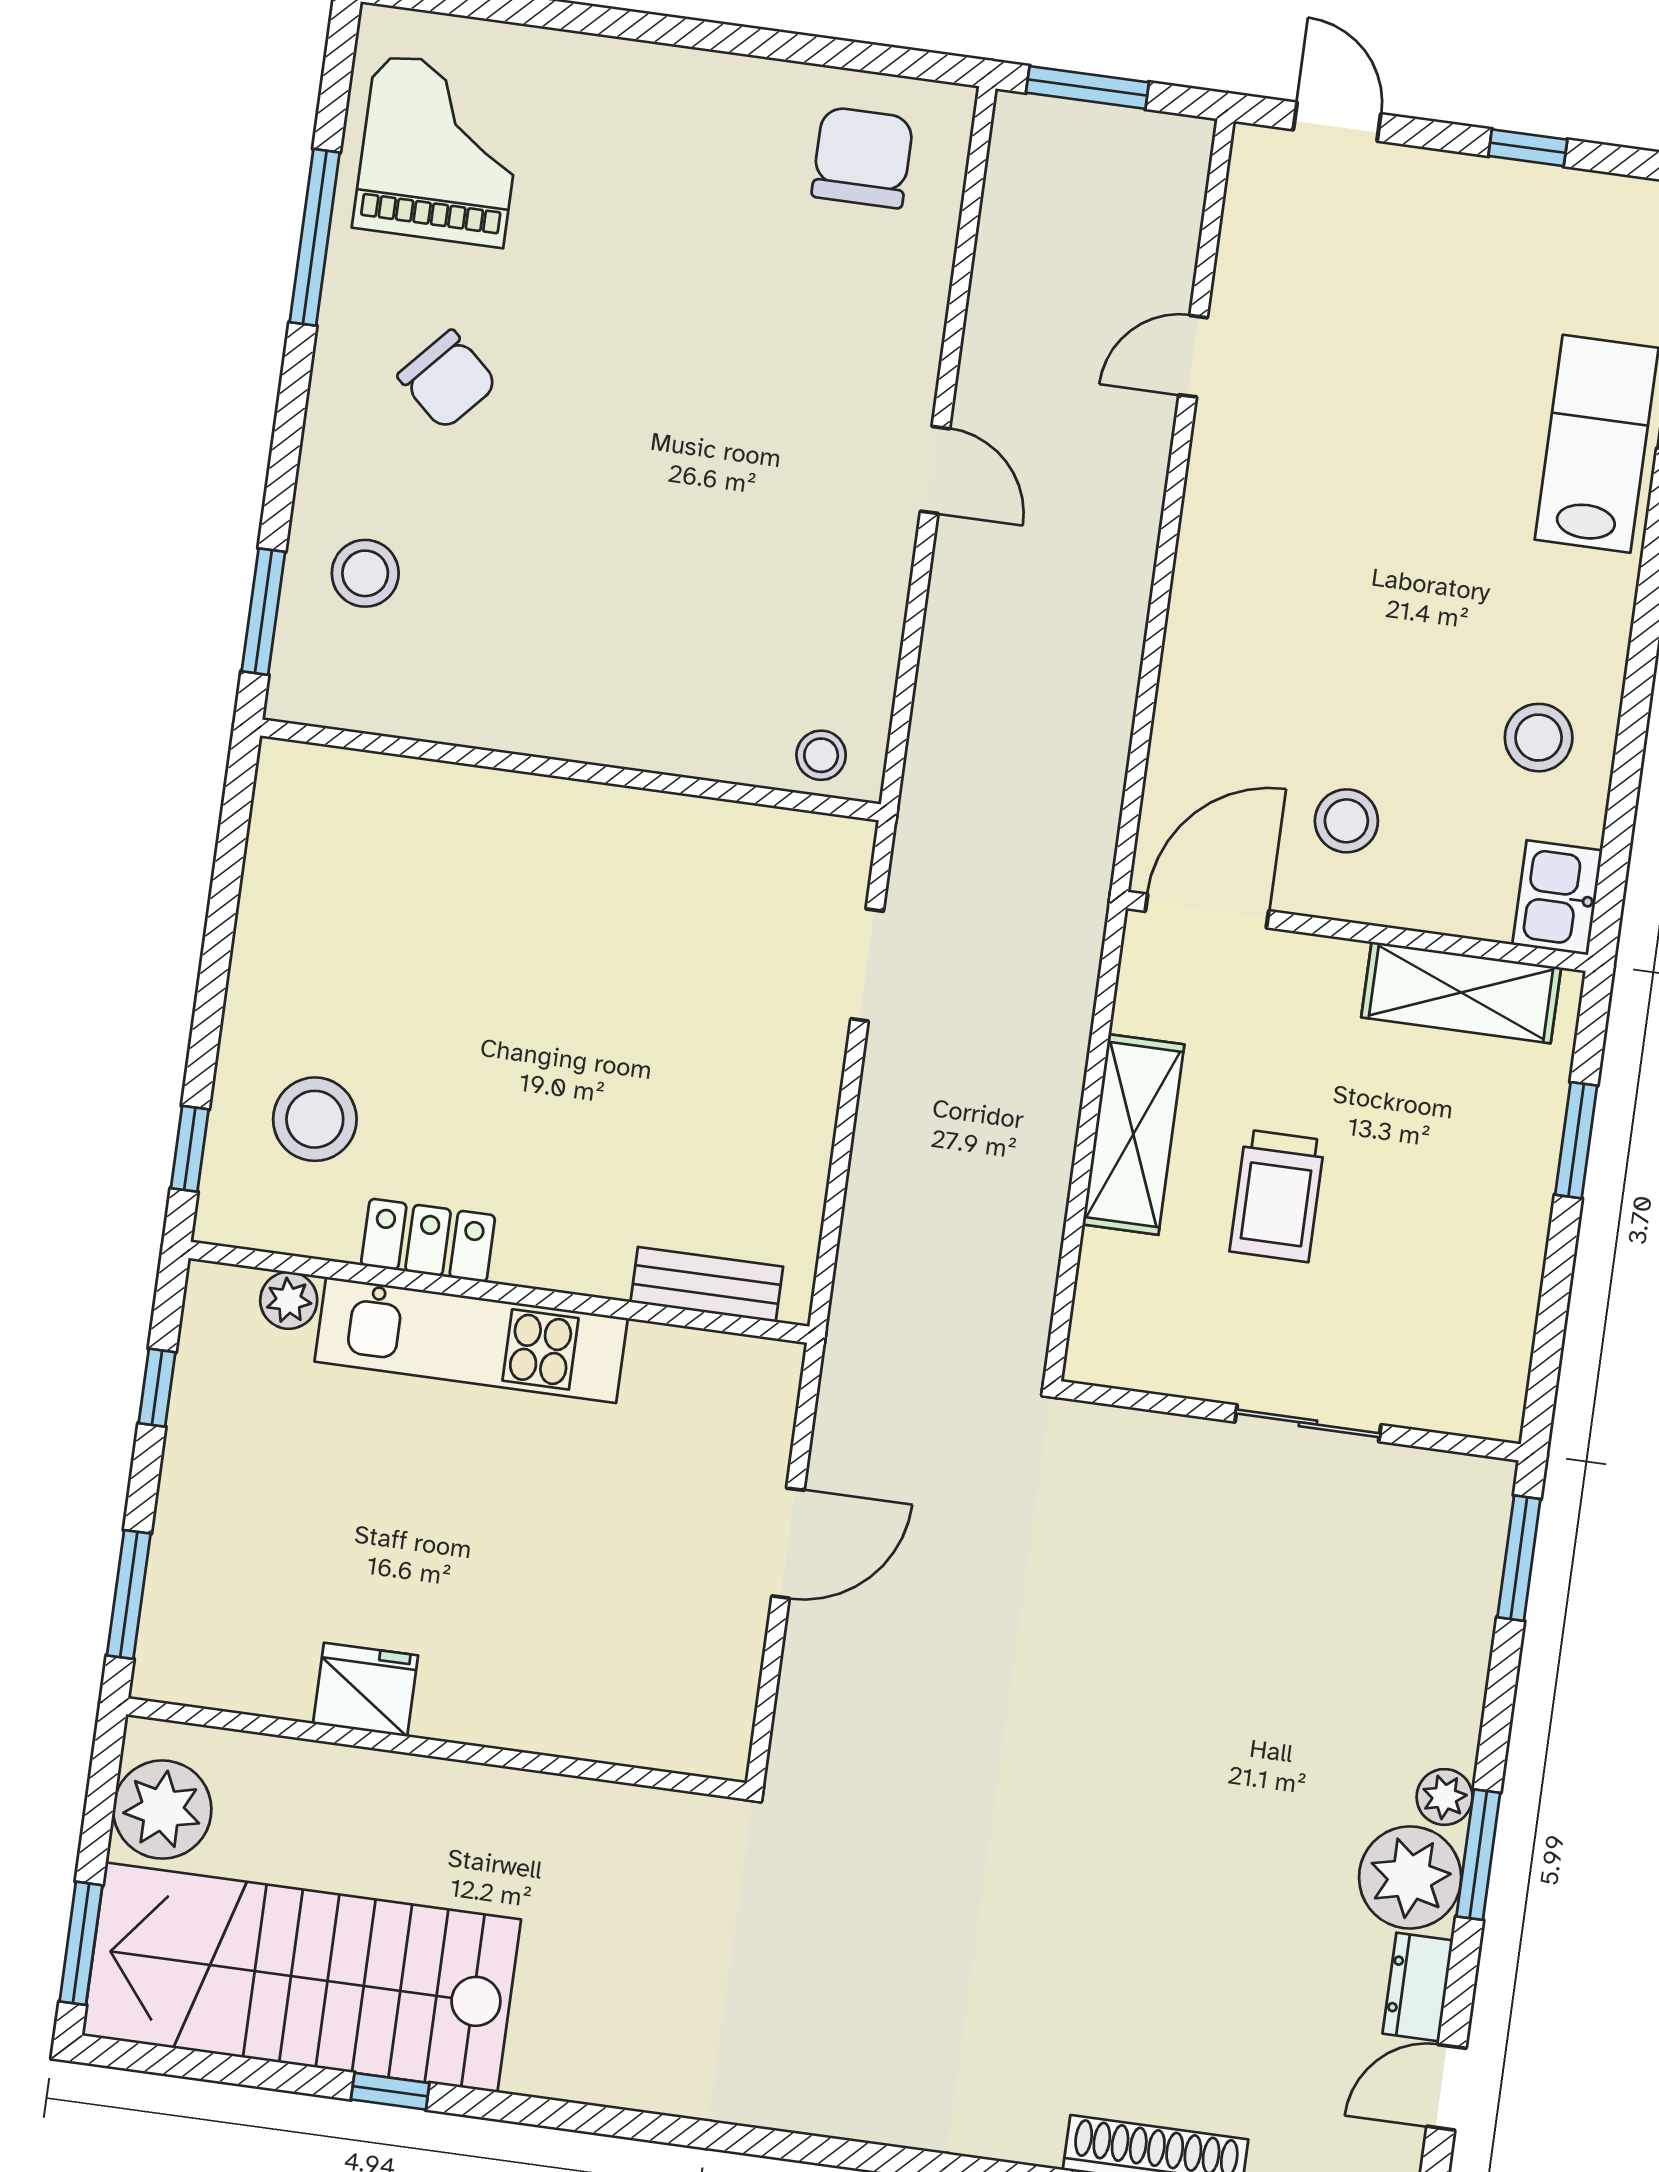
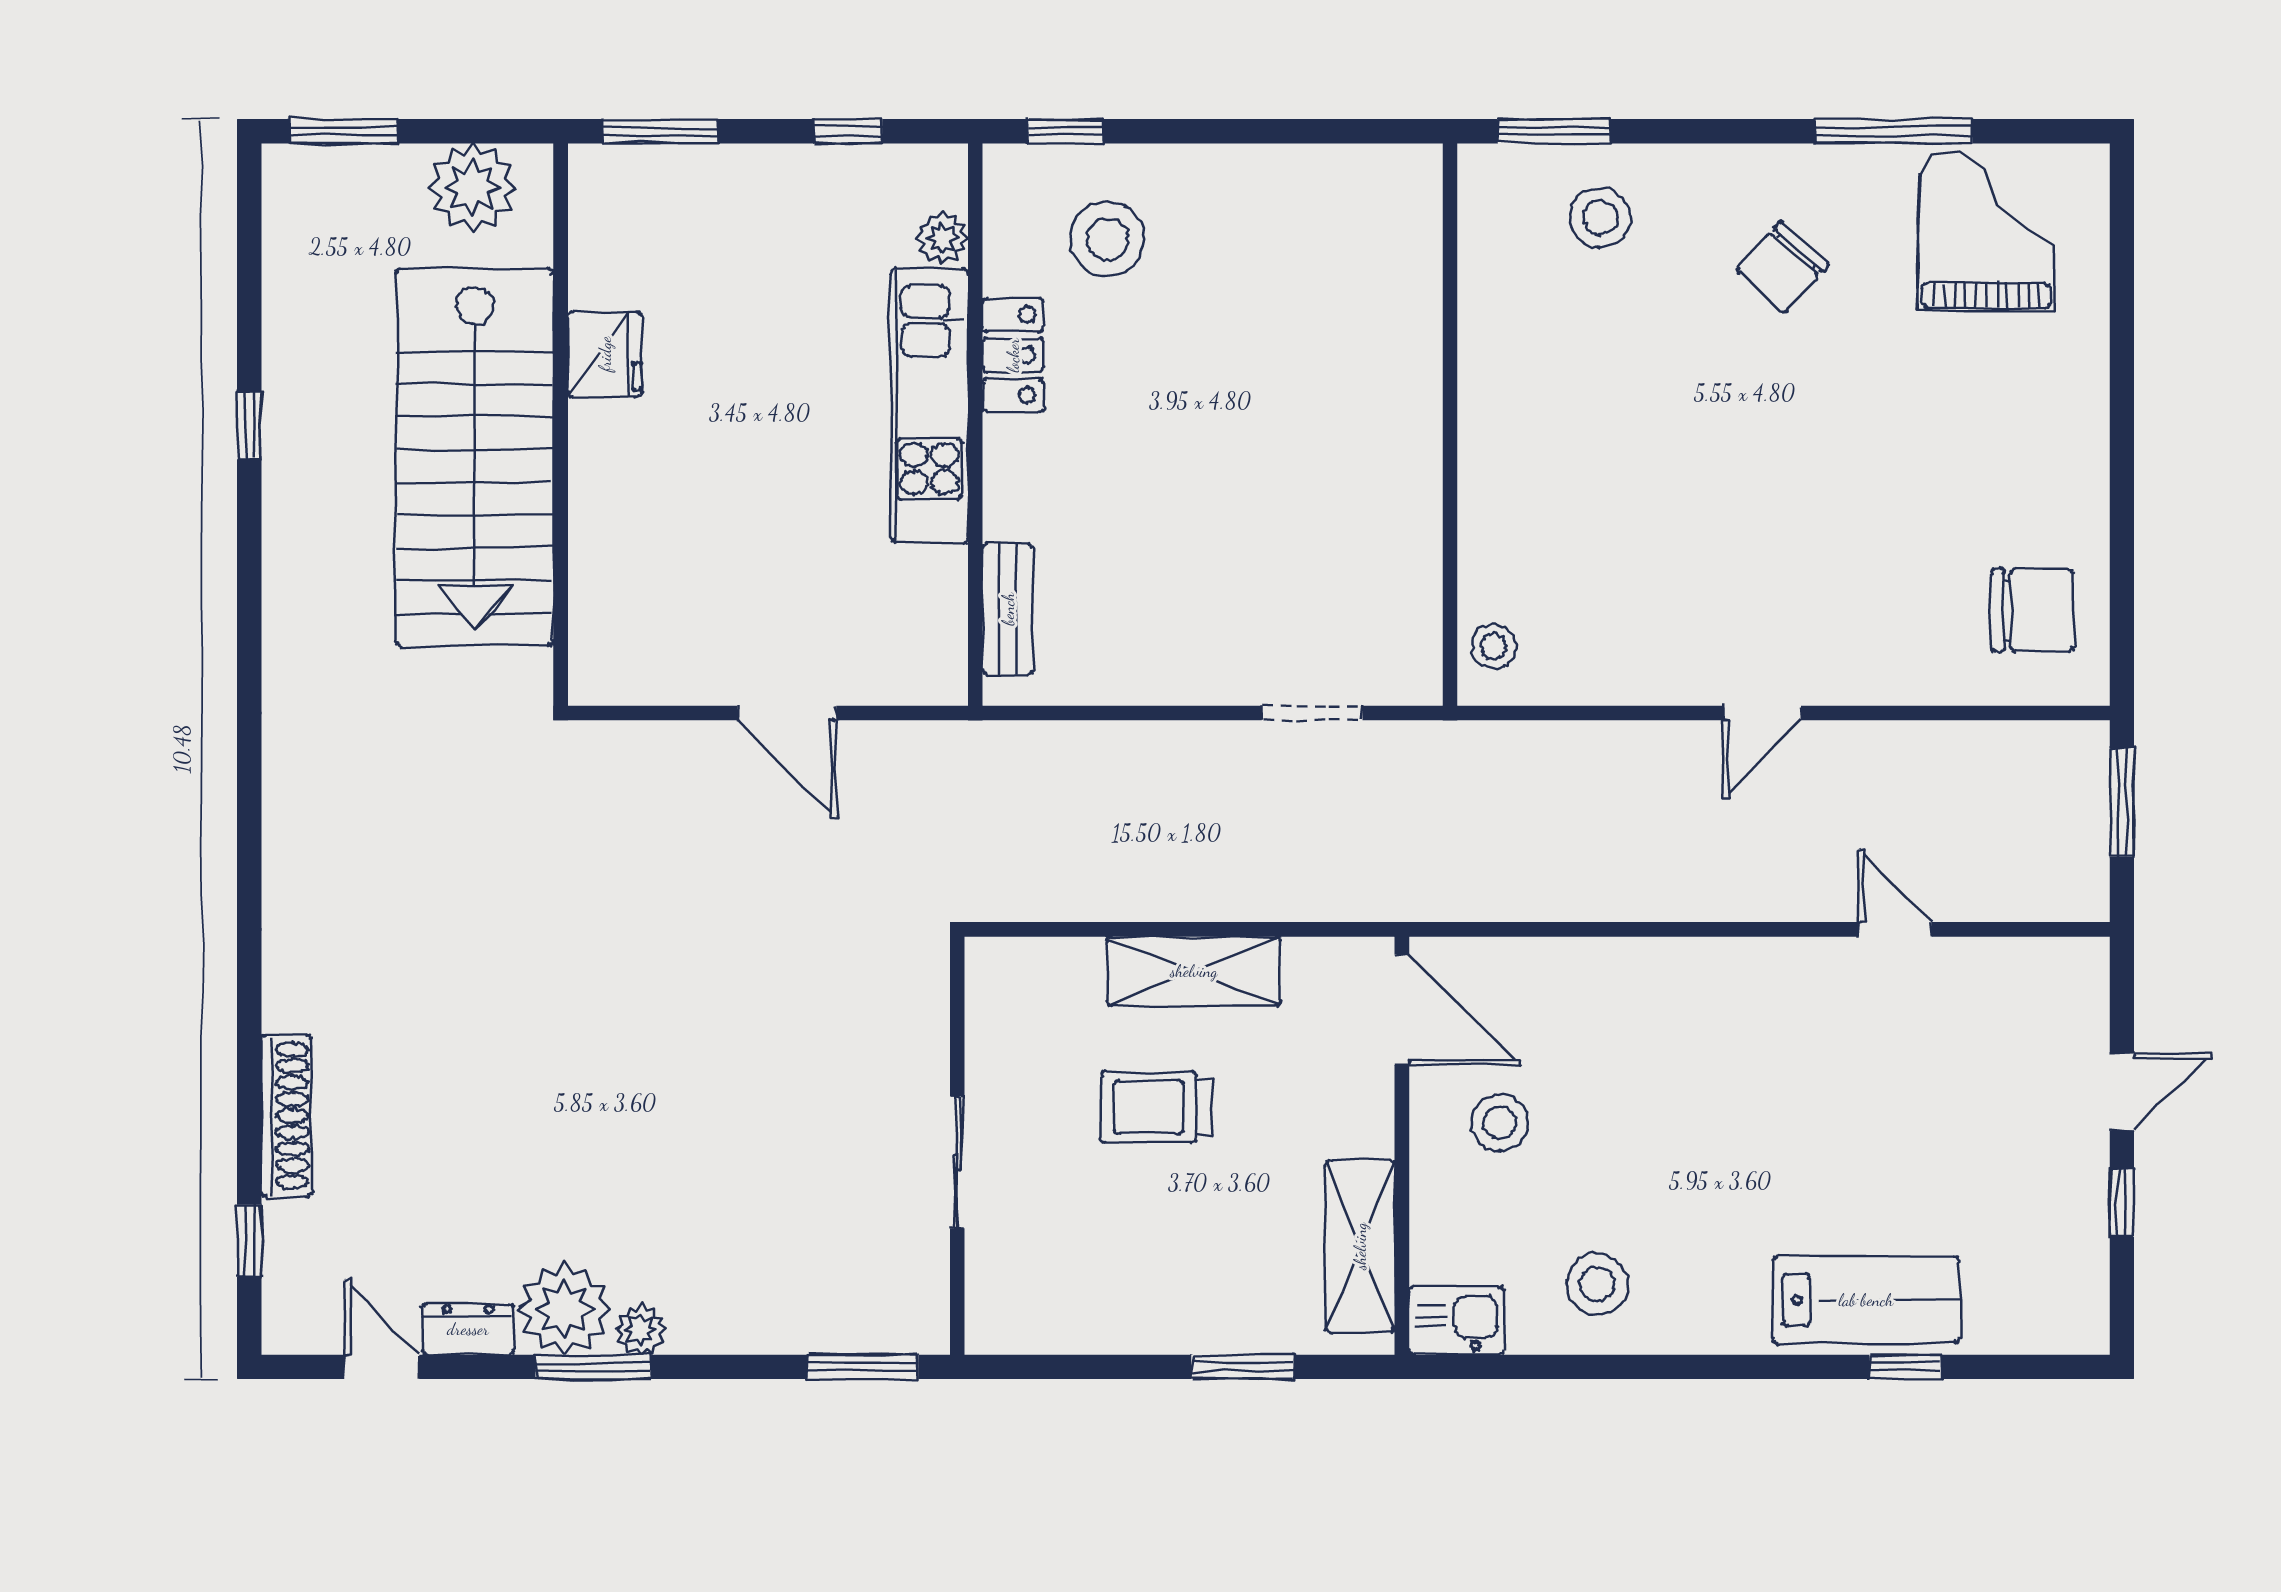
door: (1337, 122) -> (2122, 1092), moved
grand piano: (439, 151) -> (1986, 232), turned -90
stairs: (301, 1977) -> (475, 457), moved, turned 180

